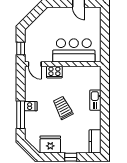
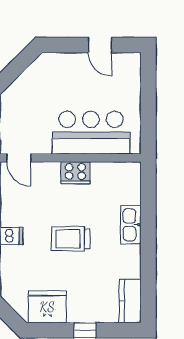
cooker: (54, 72) -> (75, 173), moved
trolley: (63, 108) -> (71, 239), turned -63

